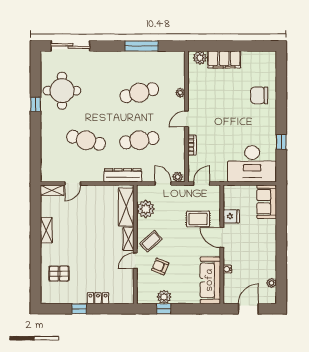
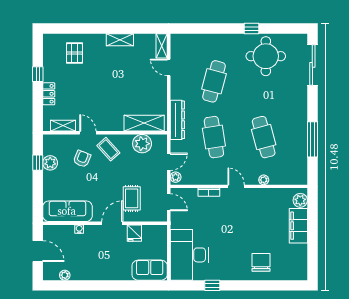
shelving: (128, 239) -> (63, 126), moved

